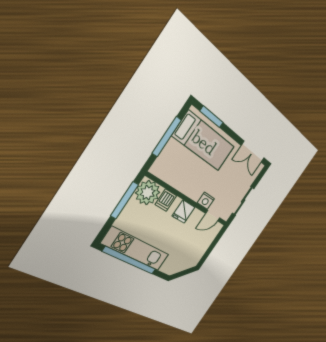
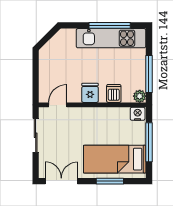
window: (212, 117) -> (110, 181), moved
plant: (148, 193) -> (140, 96), width x0.53, depth x0.53
nightstand: (206, 201) -> (138, 114), moved
window: (130, 261) -> (110, 25), width x0.68

